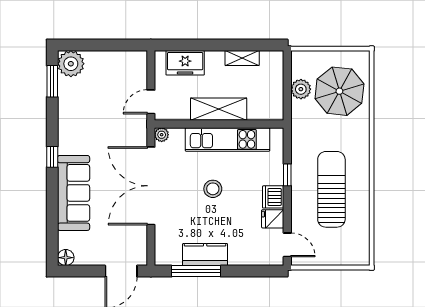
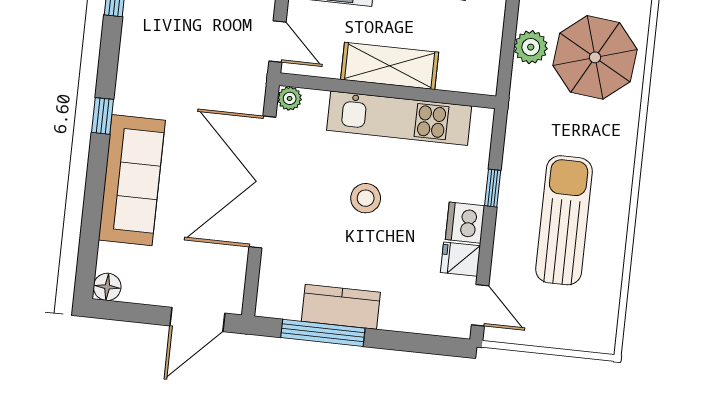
door: (151, 102) -> (278, 41), swing flipped

